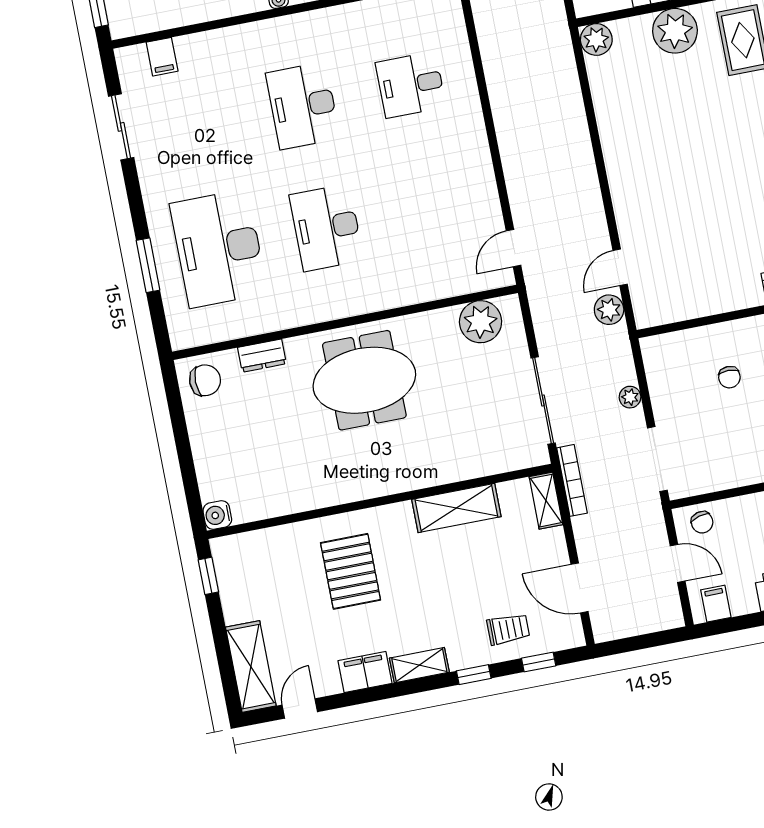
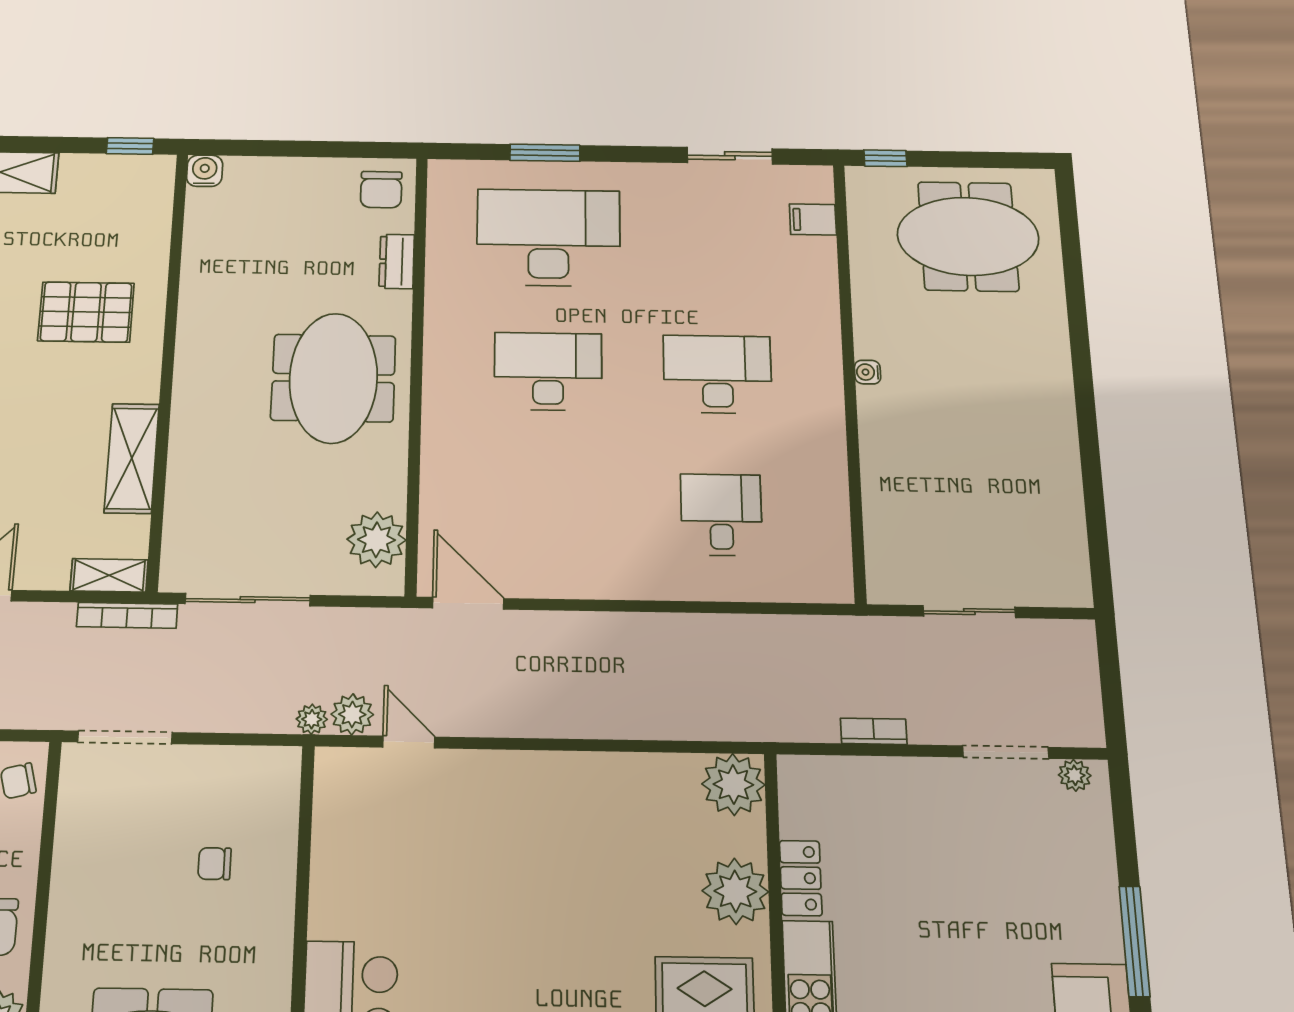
plant: (596, 39) -> (733, 784), width x1.36, depth x1.36
door: (513, 248) -> (468, 603), width x1.38
plant: (630, 397) -> (312, 719), moved

